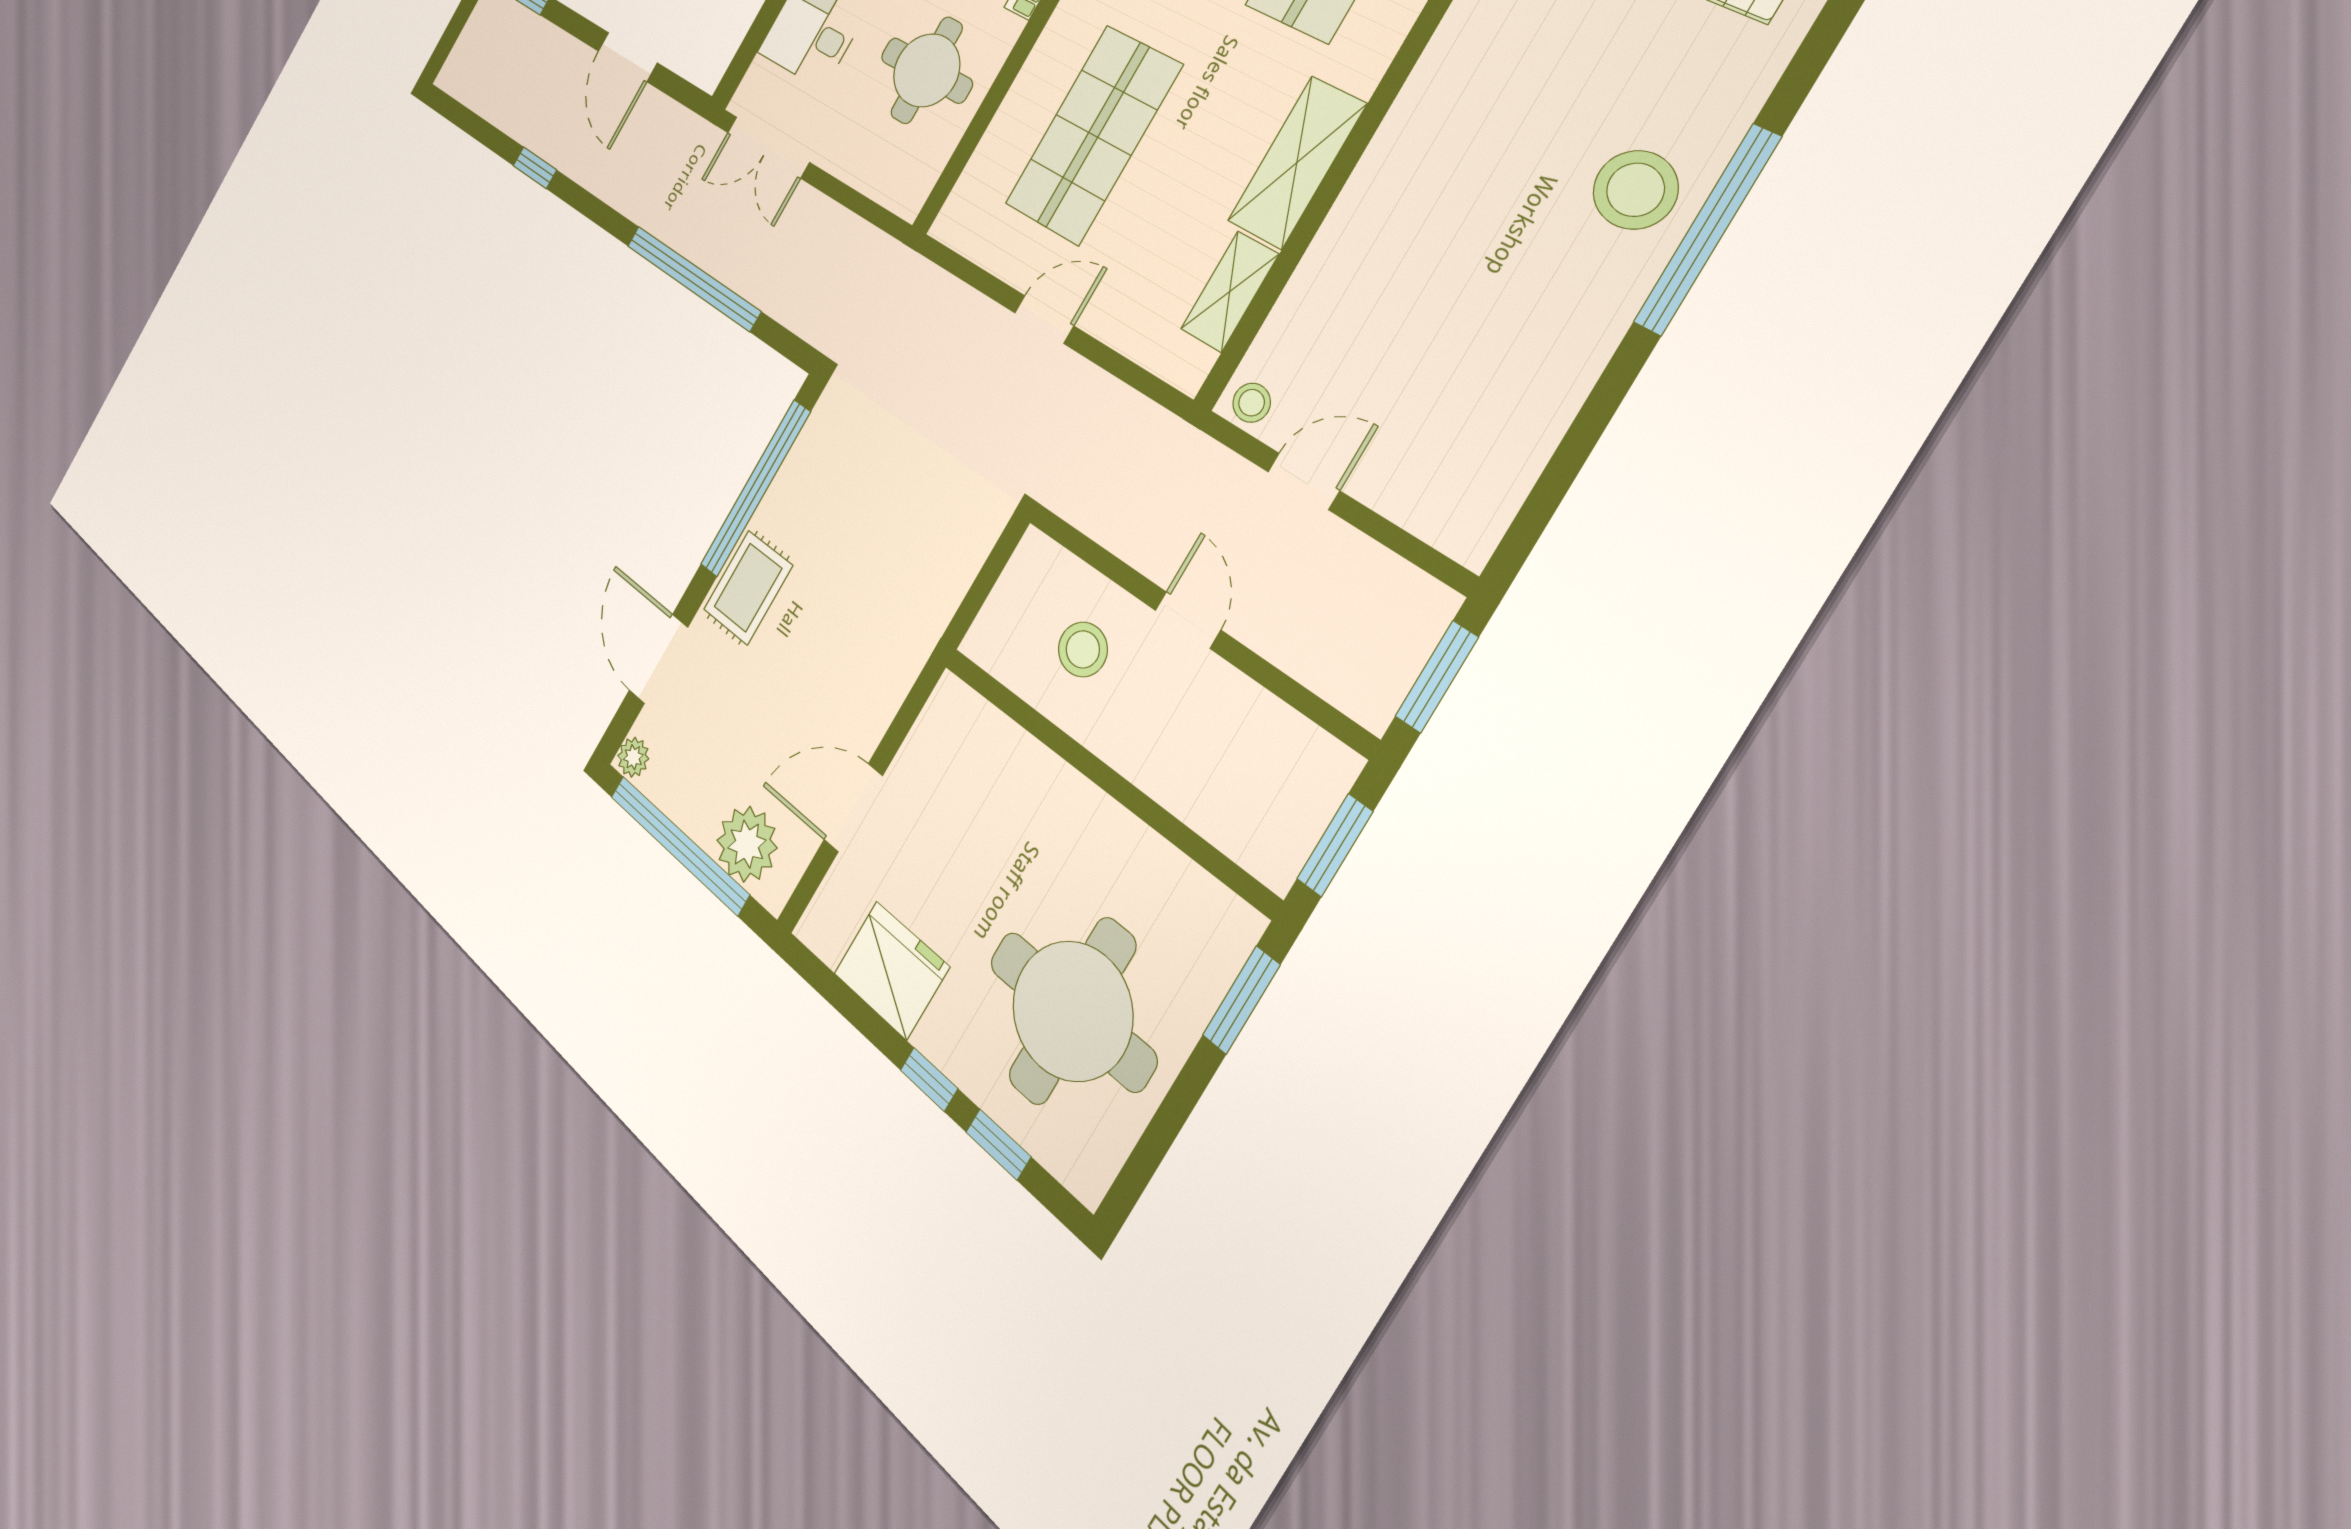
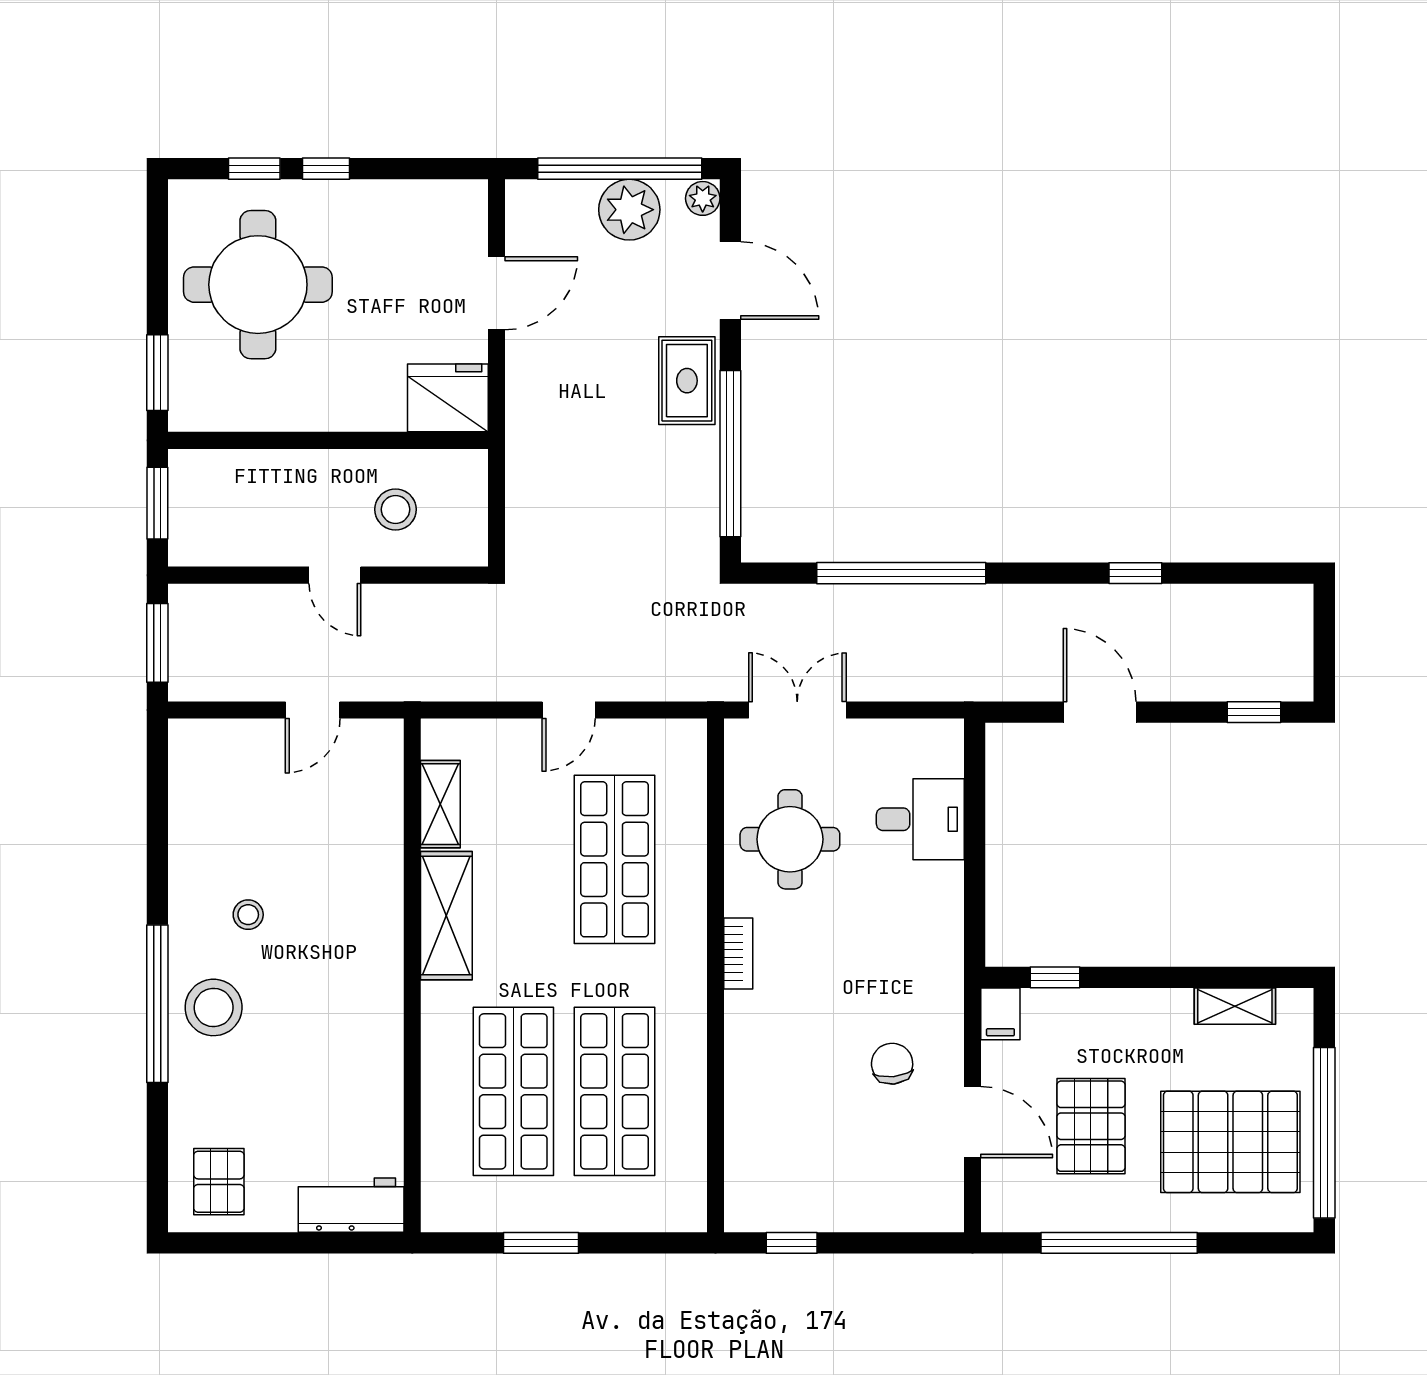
double door: (768, 147) -> (797, 710), moved
stool: (1252, 403) -> (248, 915), moved
plant: (747, 844) -> (629, 210), moved
fridge: (891, 970) -> (448, 398), moved, turned 180

